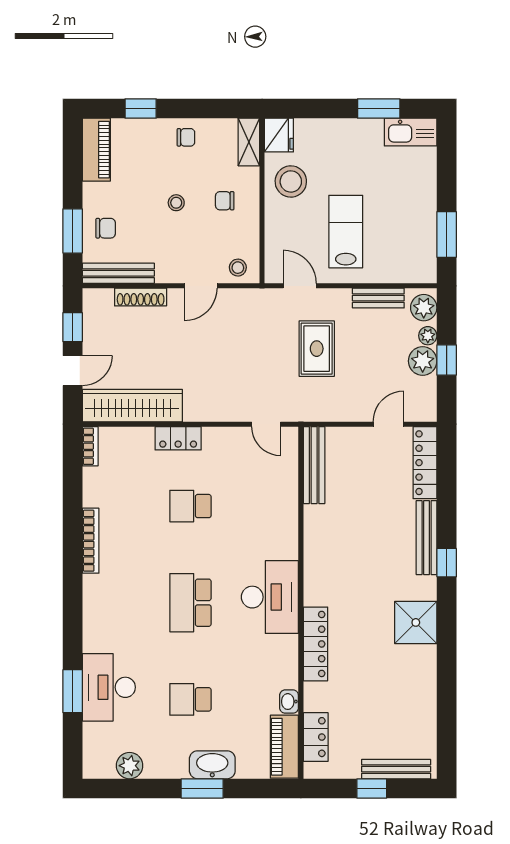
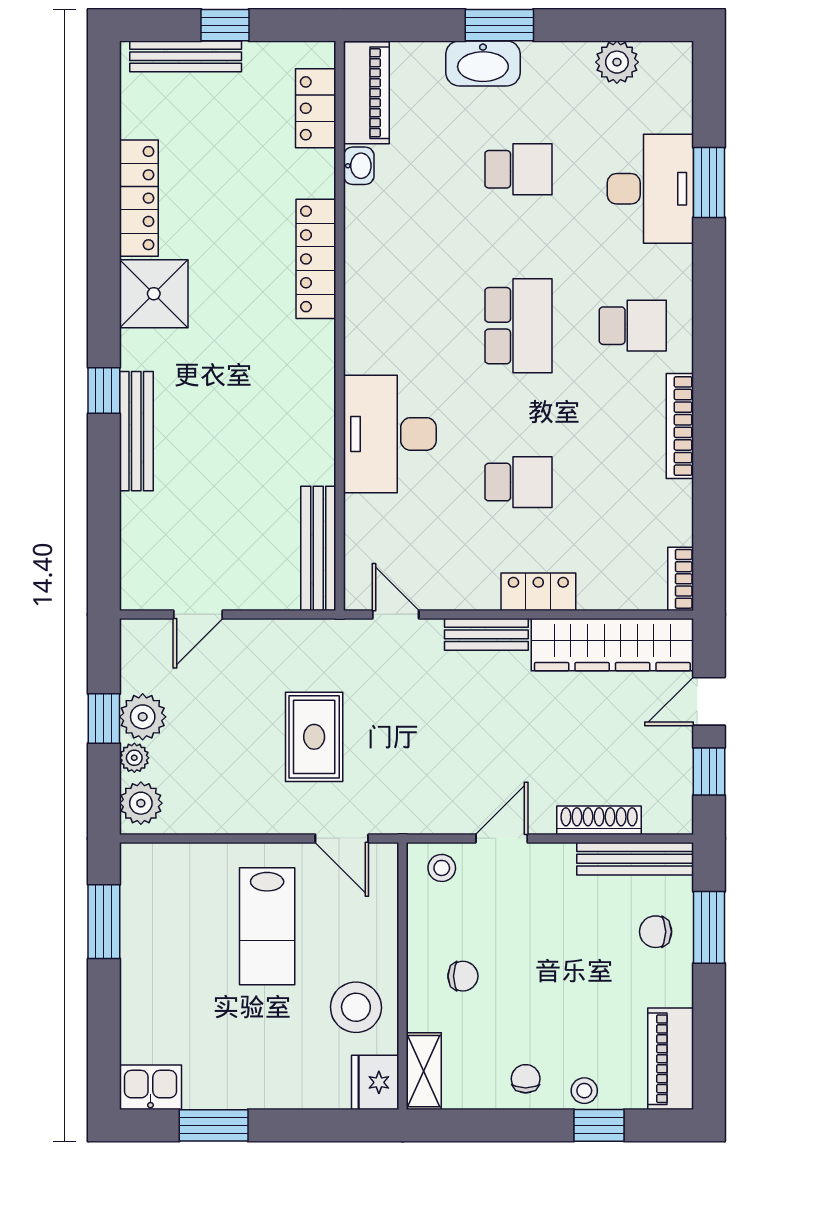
kitchen sink: (411, 132) -> (150, 1087), width x0.73
chair: (186, 137) -> (526, 1079), turned 90
stool: (176, 203) -> (584, 1091), moved
bench: (378, 298) -> (486, 634), moved
locker: (425, 463) -> (139, 198), moved
desk: (270, 597) -> (390, 434), moved
school desk: (120, 603) -> (633, 326), added

